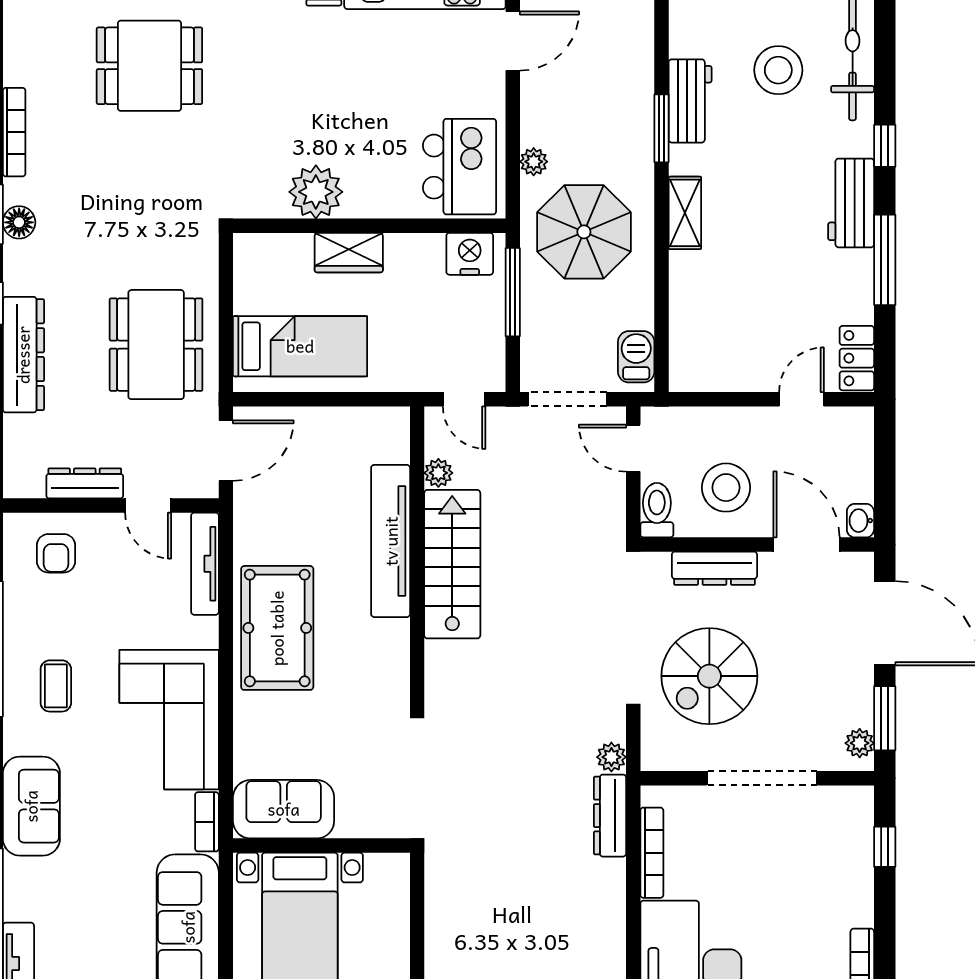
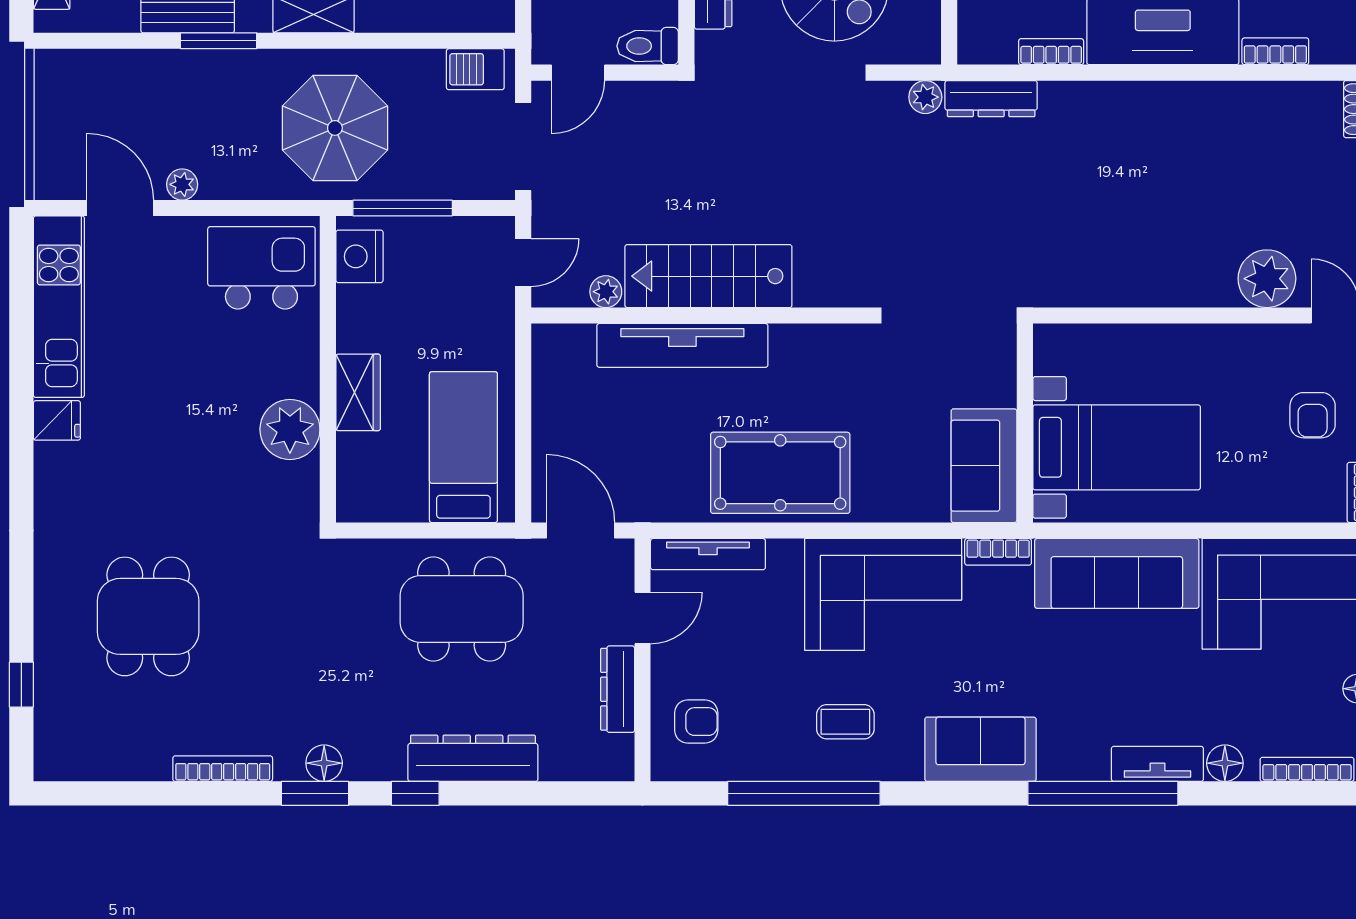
plant: (534, 162) -> (182, 184), moved
bookcase: (652, 853) -> (1051, 52), width x0.64

